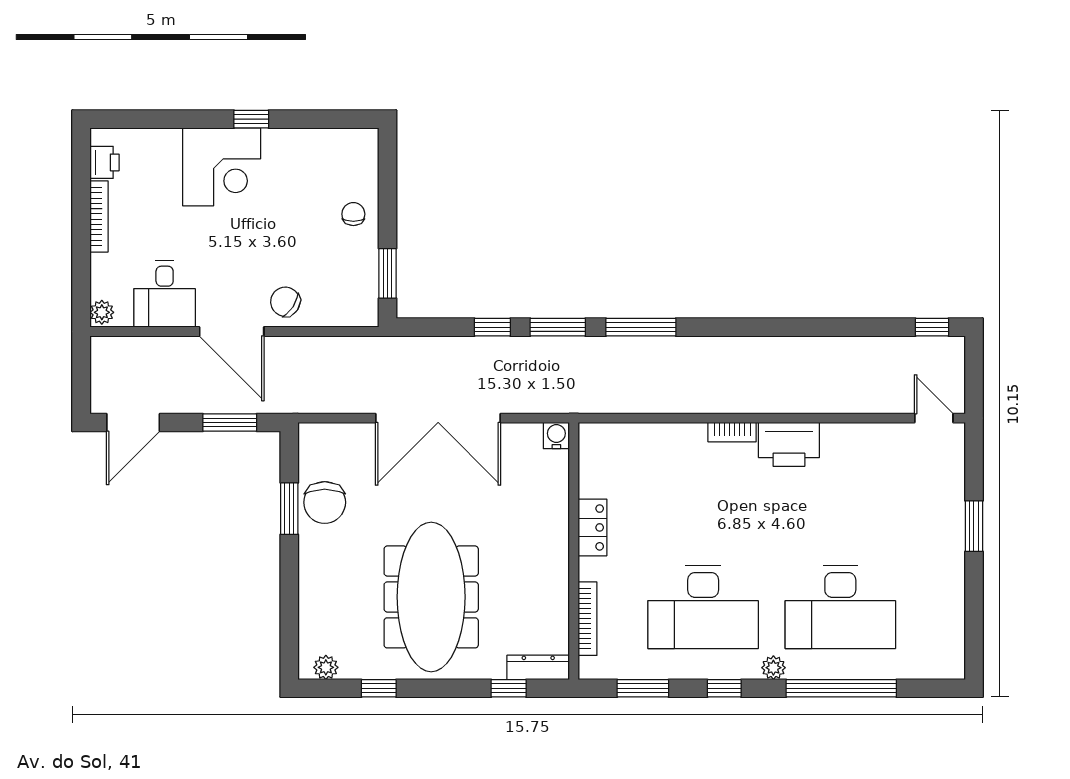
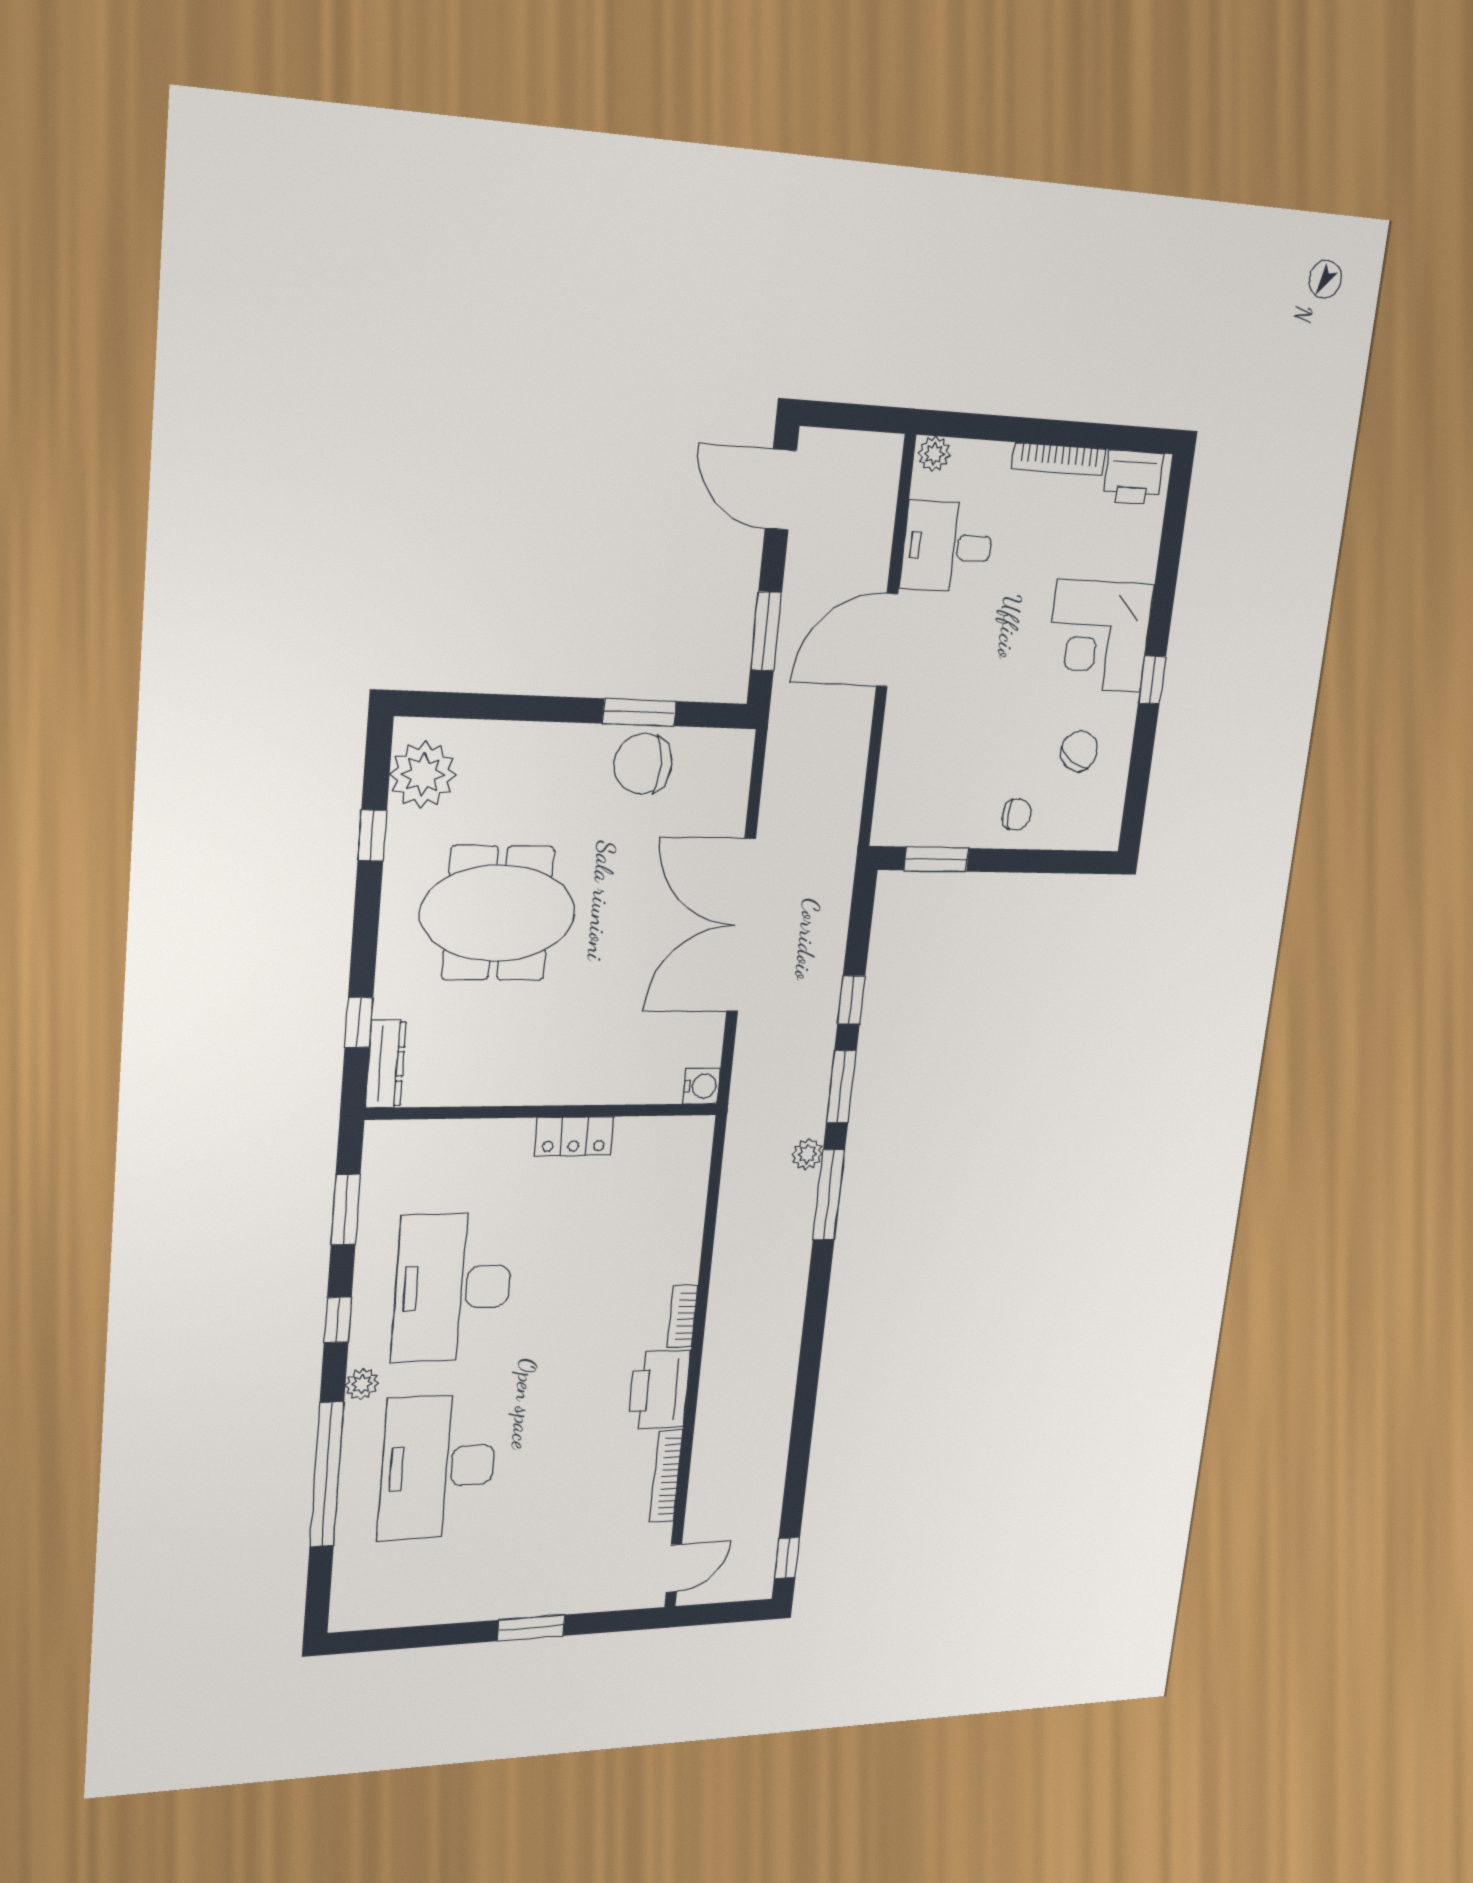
printer: (104, 162) -> (1133, 477), width x1.36, depth x1.24
chair: (285, 302) -> (1079, 751), moved
plant: (609, 348) -> (807, 1154), added
meeting table: (431, 597) -> (498, 913), width x0.73
bookcase: (588, 619) -> (666, 1476), moved, turned 90
plant: (326, 667) -> (423, 775), width x1.87, depth x1.87

